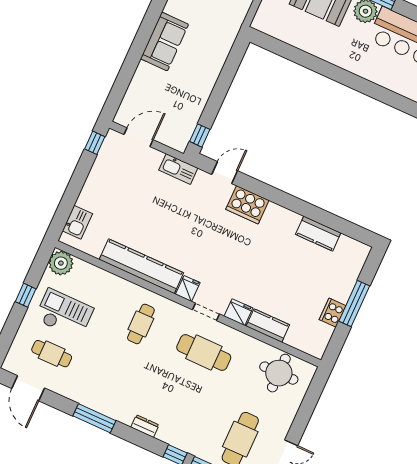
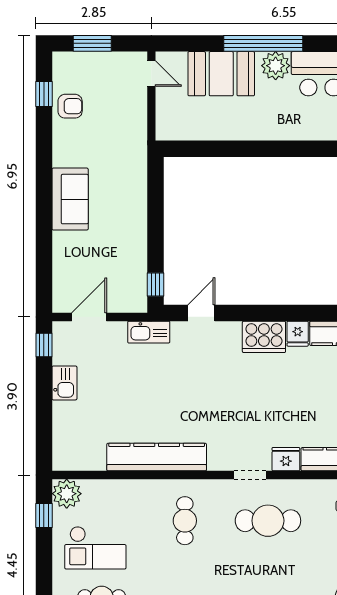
cooker: (247, 205) -> (264, 337), moved
kitchen sink: (77, 222) -> (64, 383), moved
fridge: (188, 288) -> (298, 334), moved, turned 180
window: (26, 295) -> (44, 516), moved
checkout: (64, 314) -> (95, 548), turned 180

